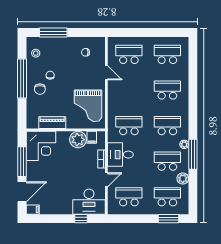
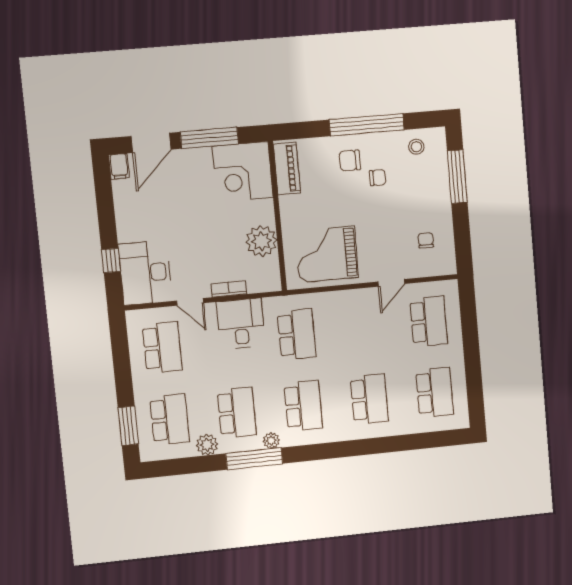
piano: (52, 123) -> (287, 169), moved
filing cabinet: (92, 137) -> (268, 267), removed
door: (22, 192) -> (151, 143), hinge flipped

